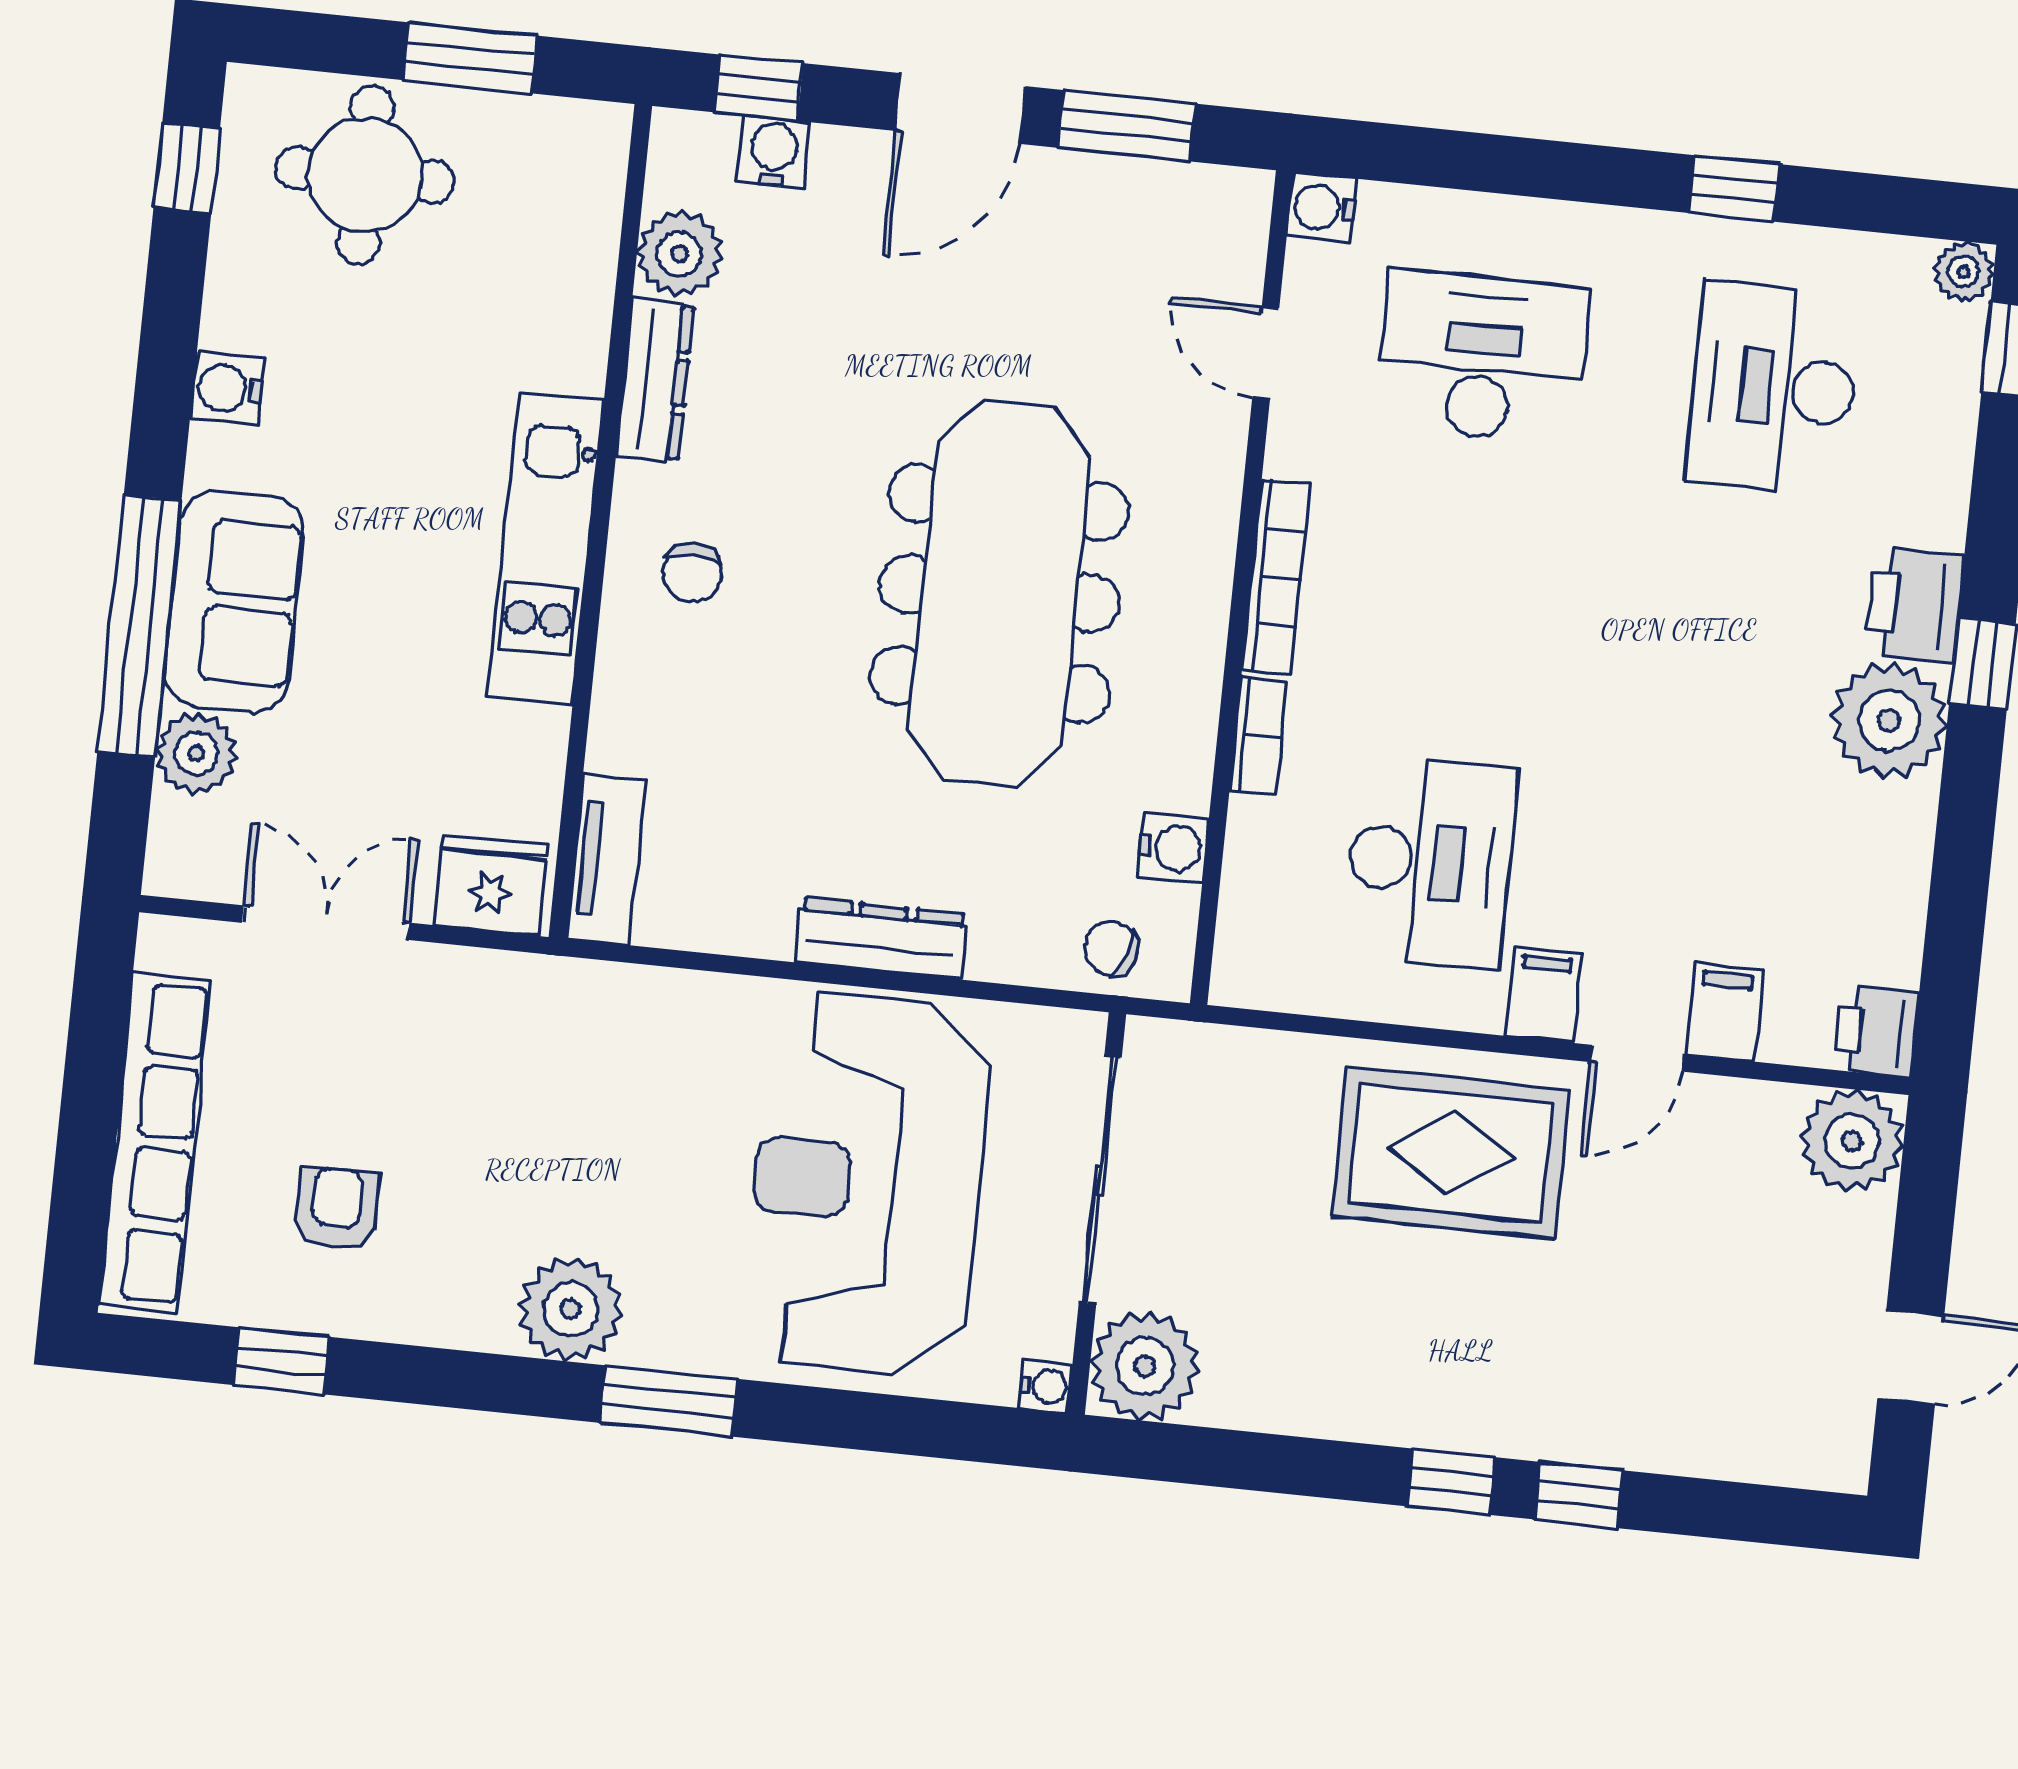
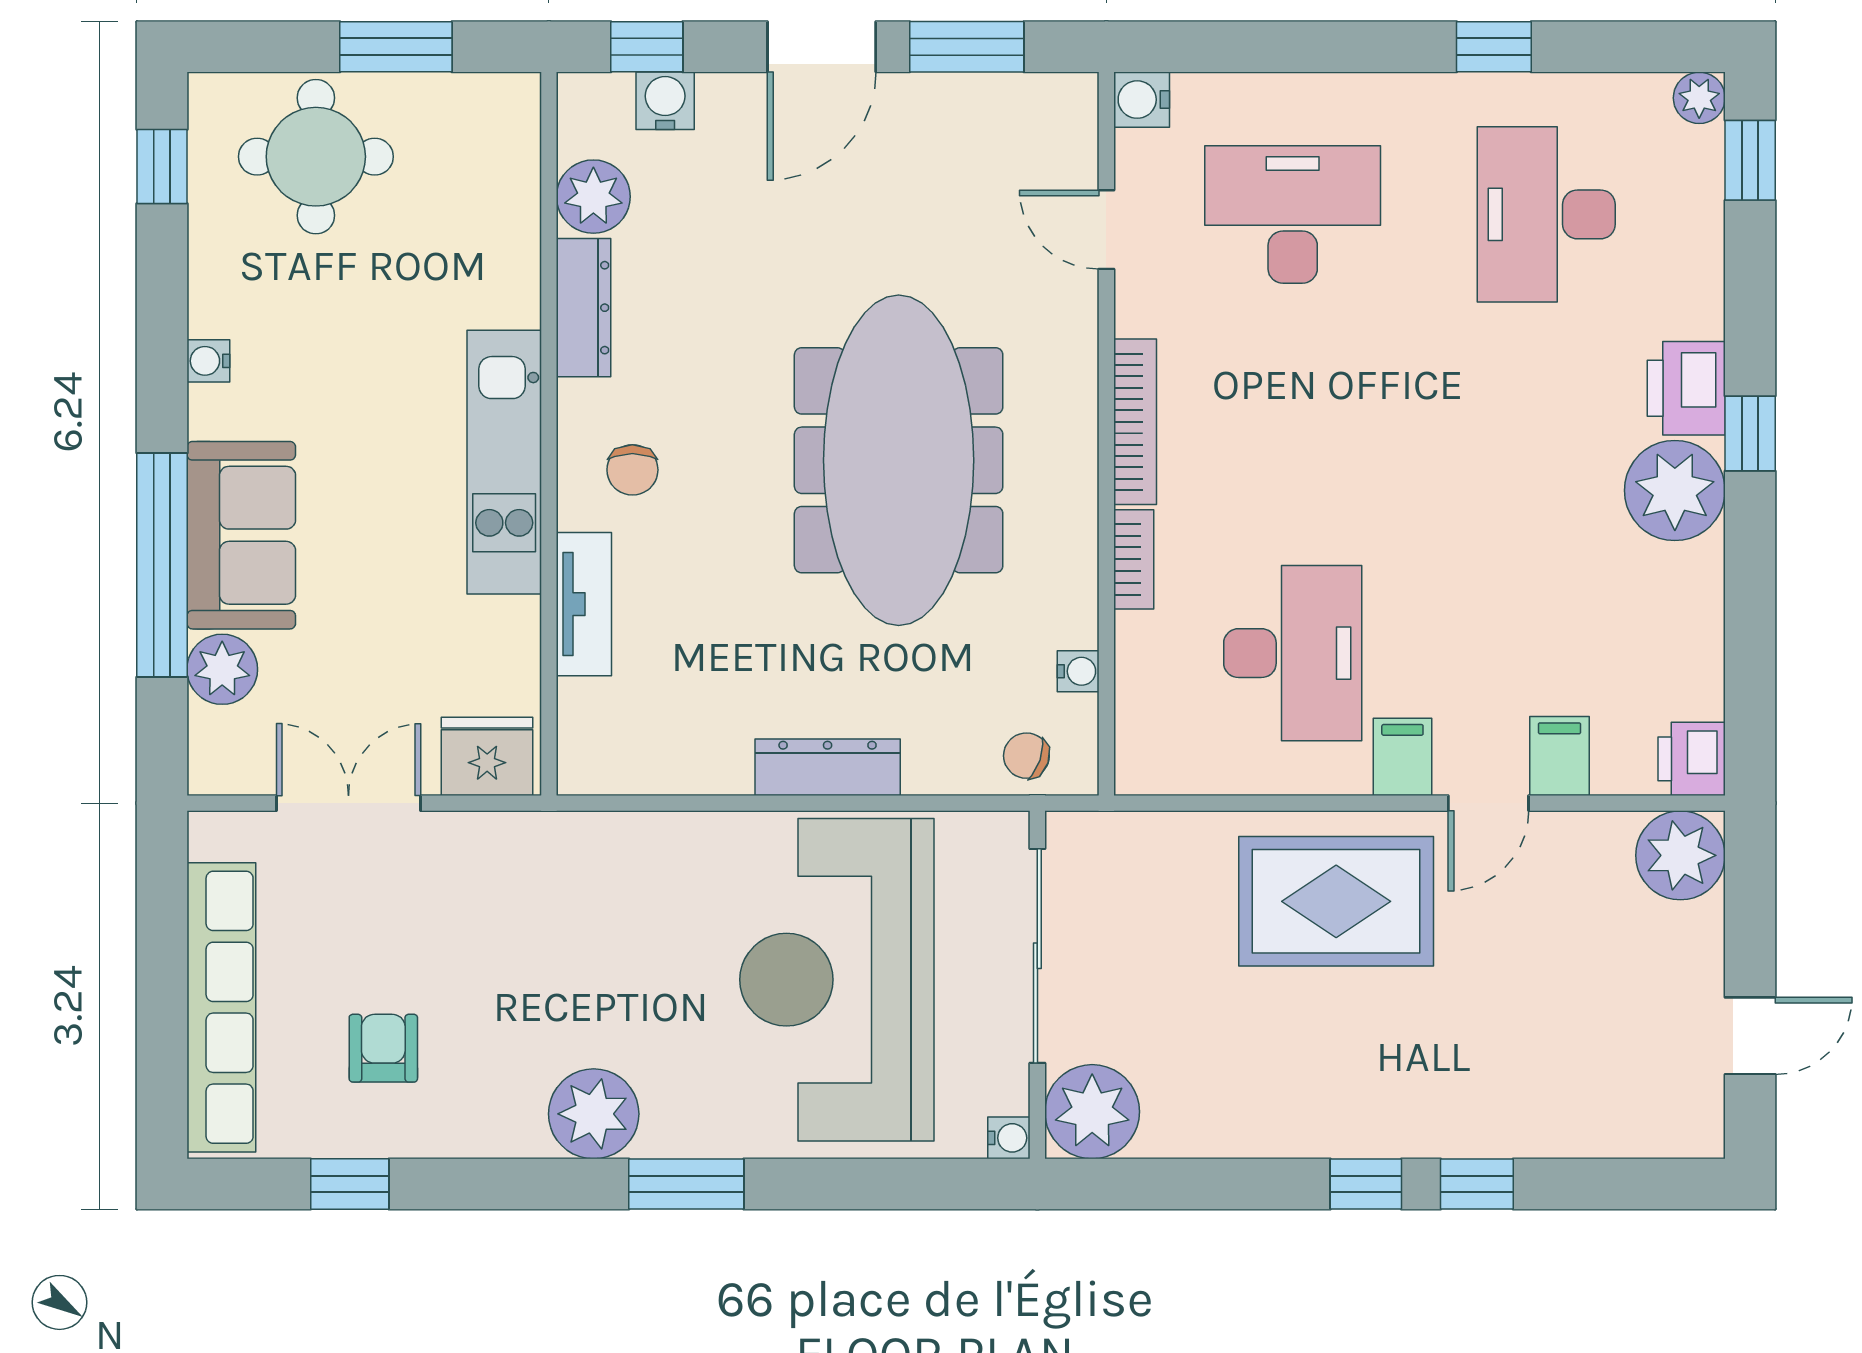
water cooler: (227, 389) -> (208, 361), width x0.72, depth x0.72
water cooler: (1173, 848) -> (1078, 671), width x0.72, depth x0.72
tv unit: (606, 859) -> (584, 604), moved

